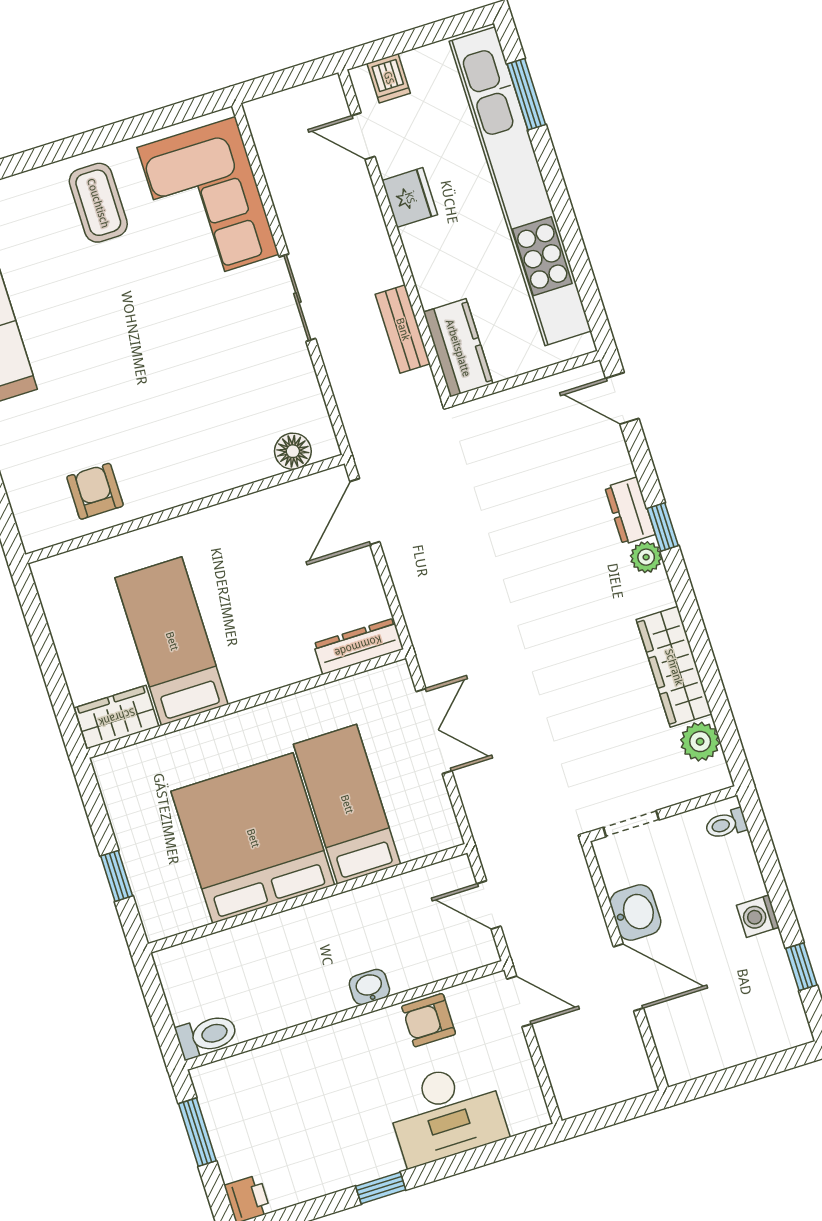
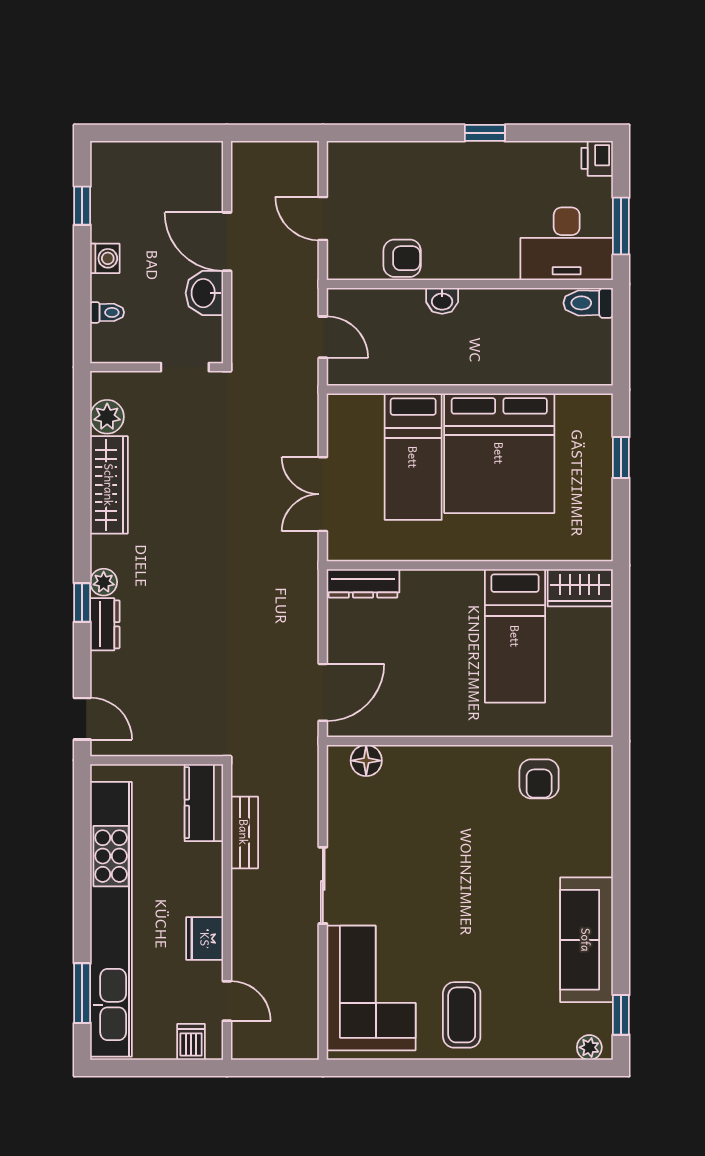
toilet: (726, 824) -> (107, 312), moved
door: (519, 1001) -> (323, 219), moved
desk: (446, 1113) -> (567, 244), moved, turned 180

